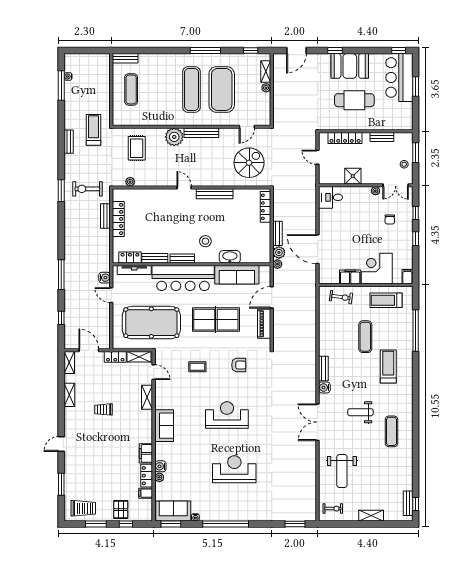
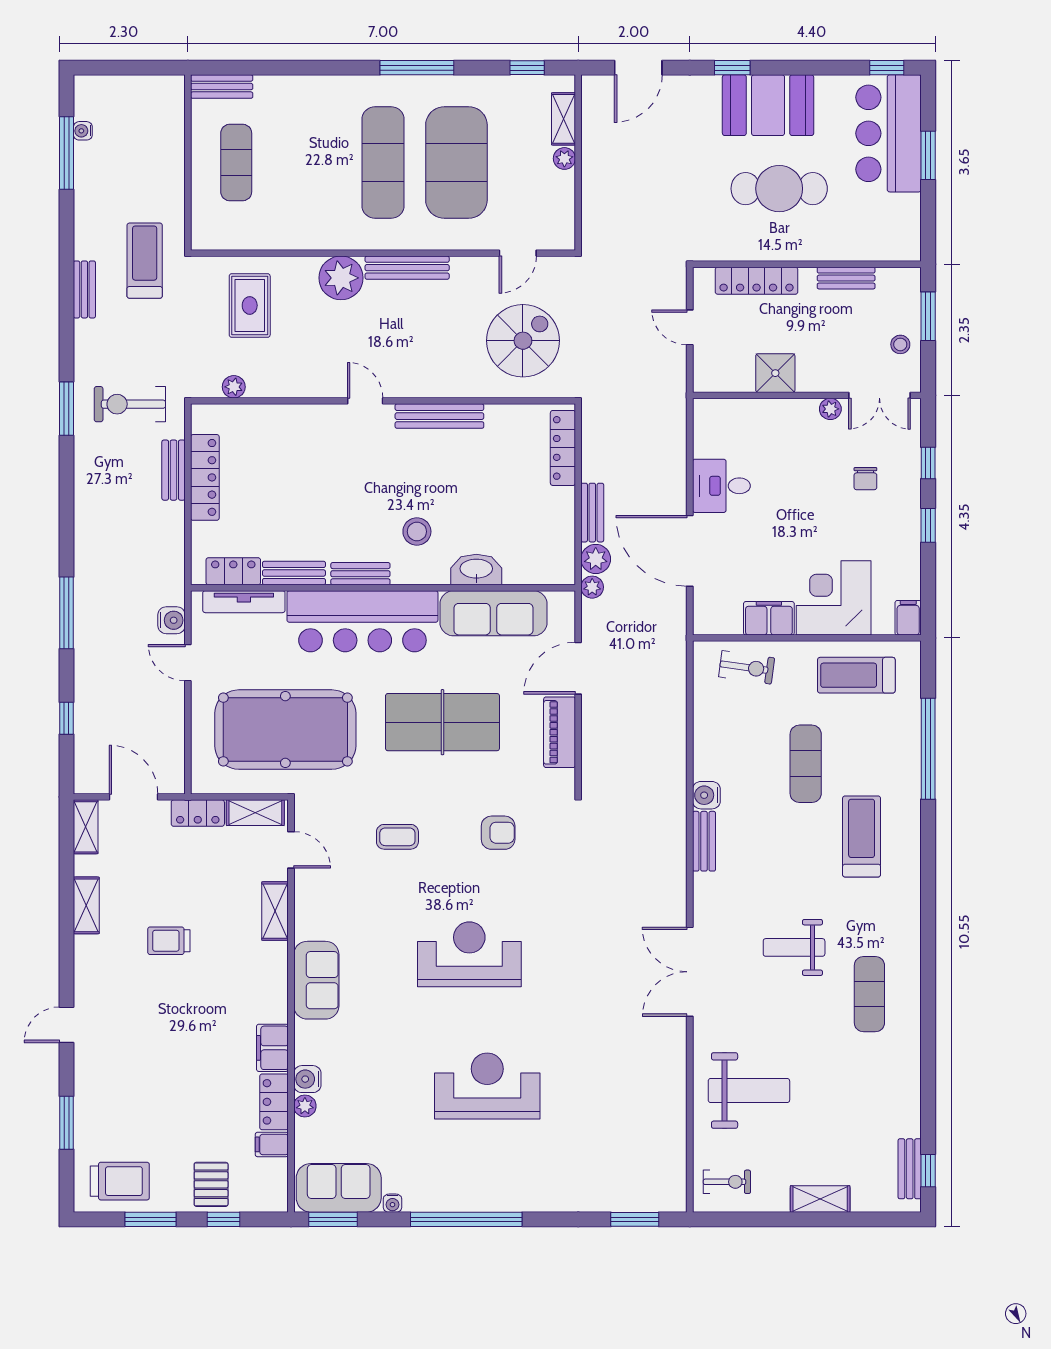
desk: (331, 197) -> (721, 486), moved
water cooler: (324, 387) -> (706, 795), moved
weight bench: (342, 471) -> (749, 1091), turned -90

